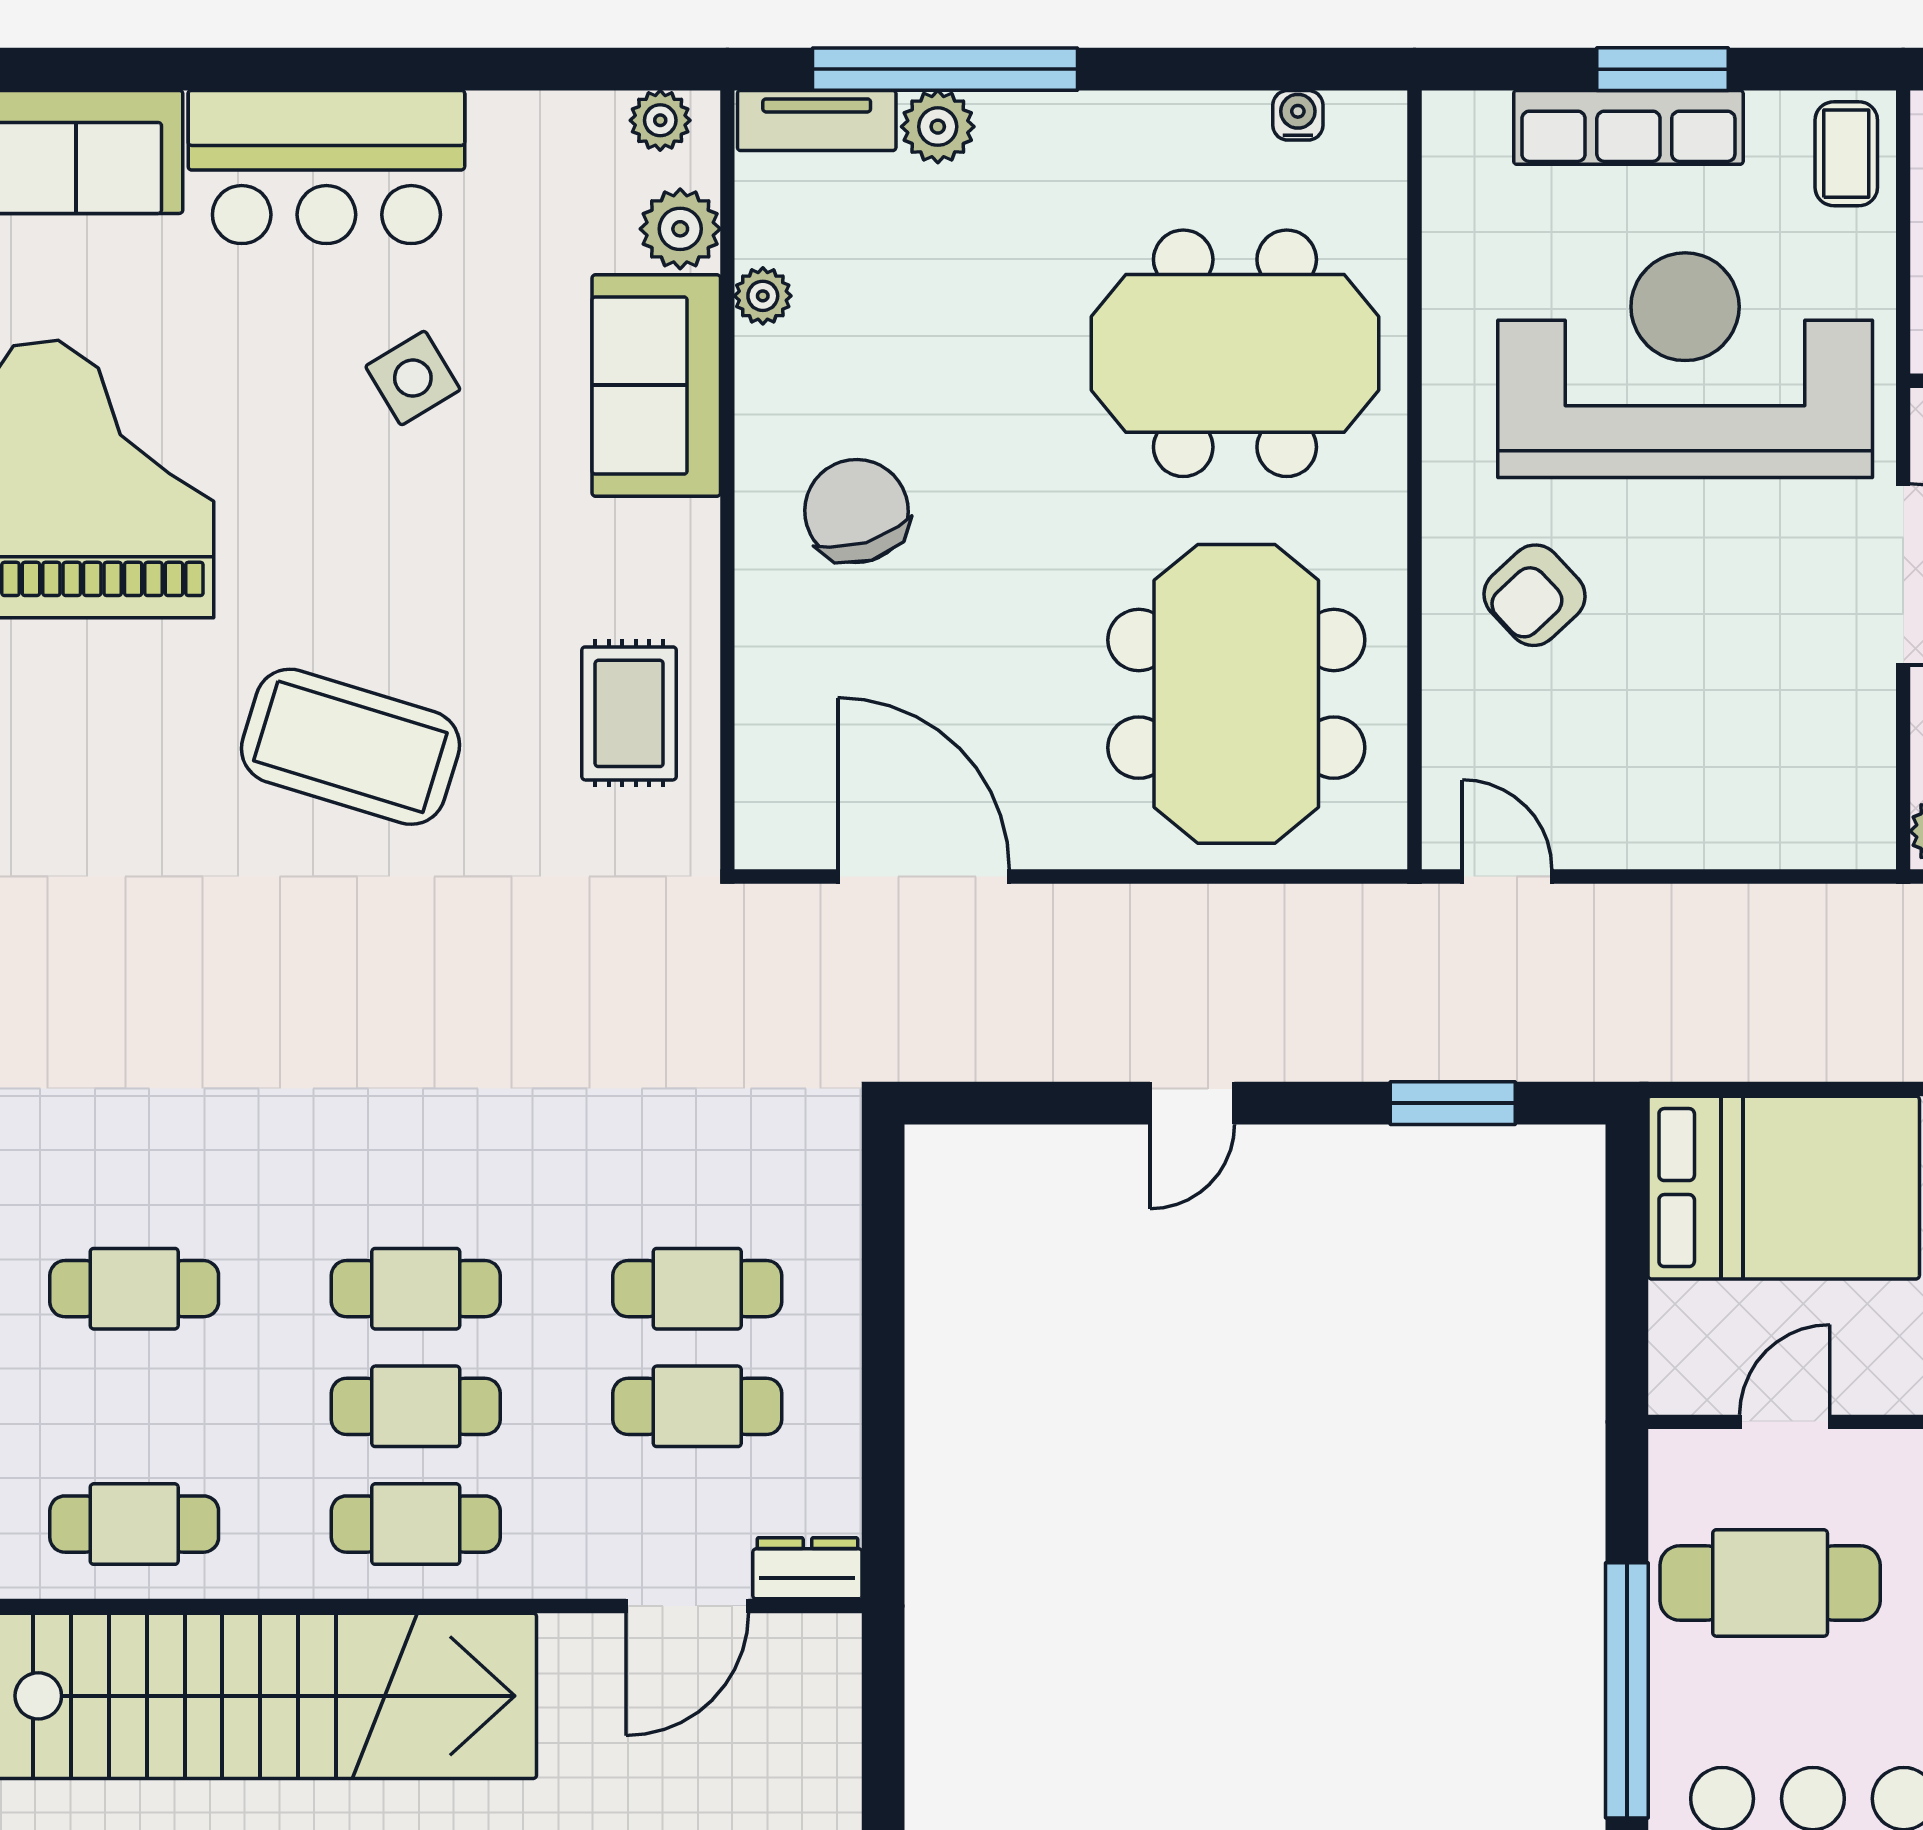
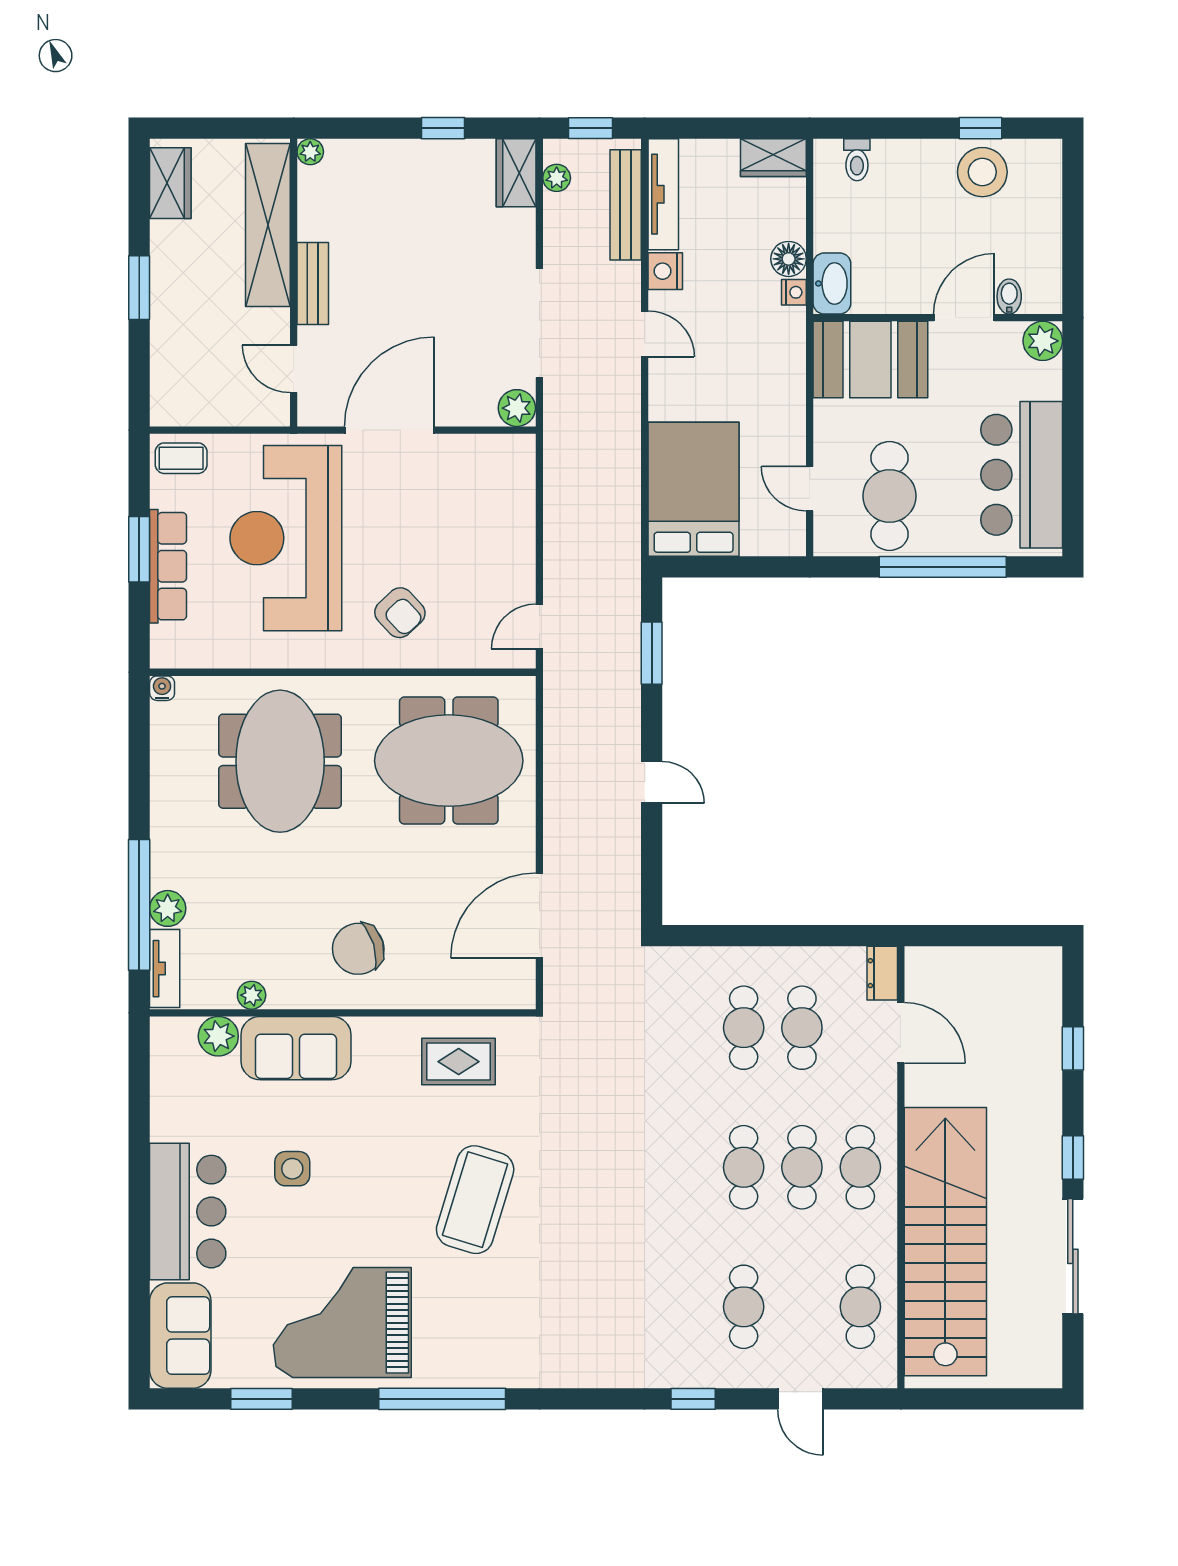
water cooler: (1298, 115) -> (162, 688), moved, turned 90
plant: (660, 120) -> (165, 1046), removed
side table: (413, 378) -> (292, 1169), turned 31

